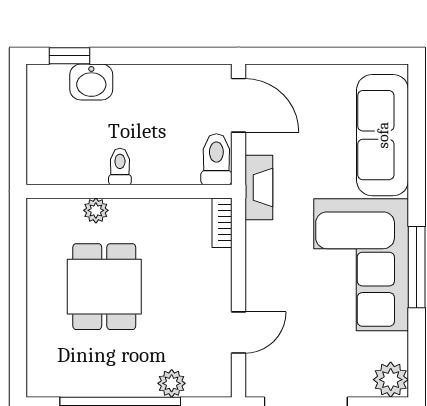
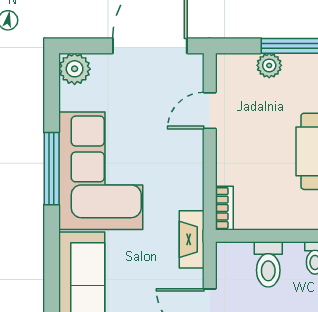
toilet: (216, 159) -> (268, 264), moved

